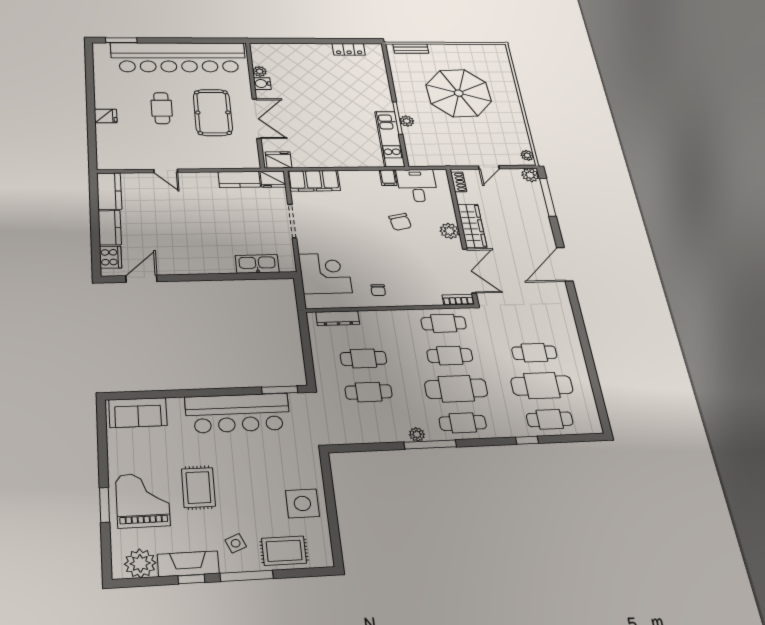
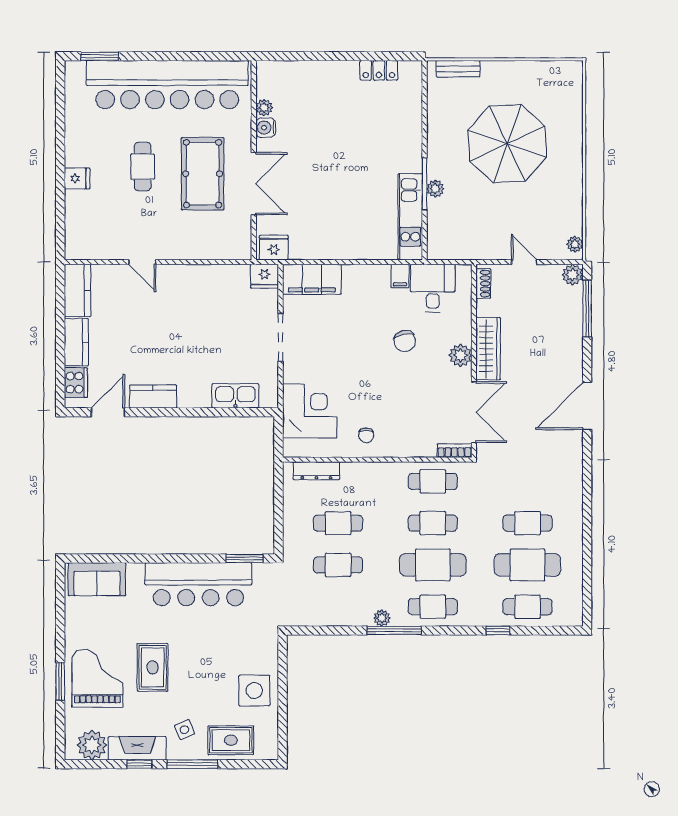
door: (489, 167) -> (524, 262), swing flipped
kitchen counter: (239, 179) -> (153, 396), moved, turned 180

